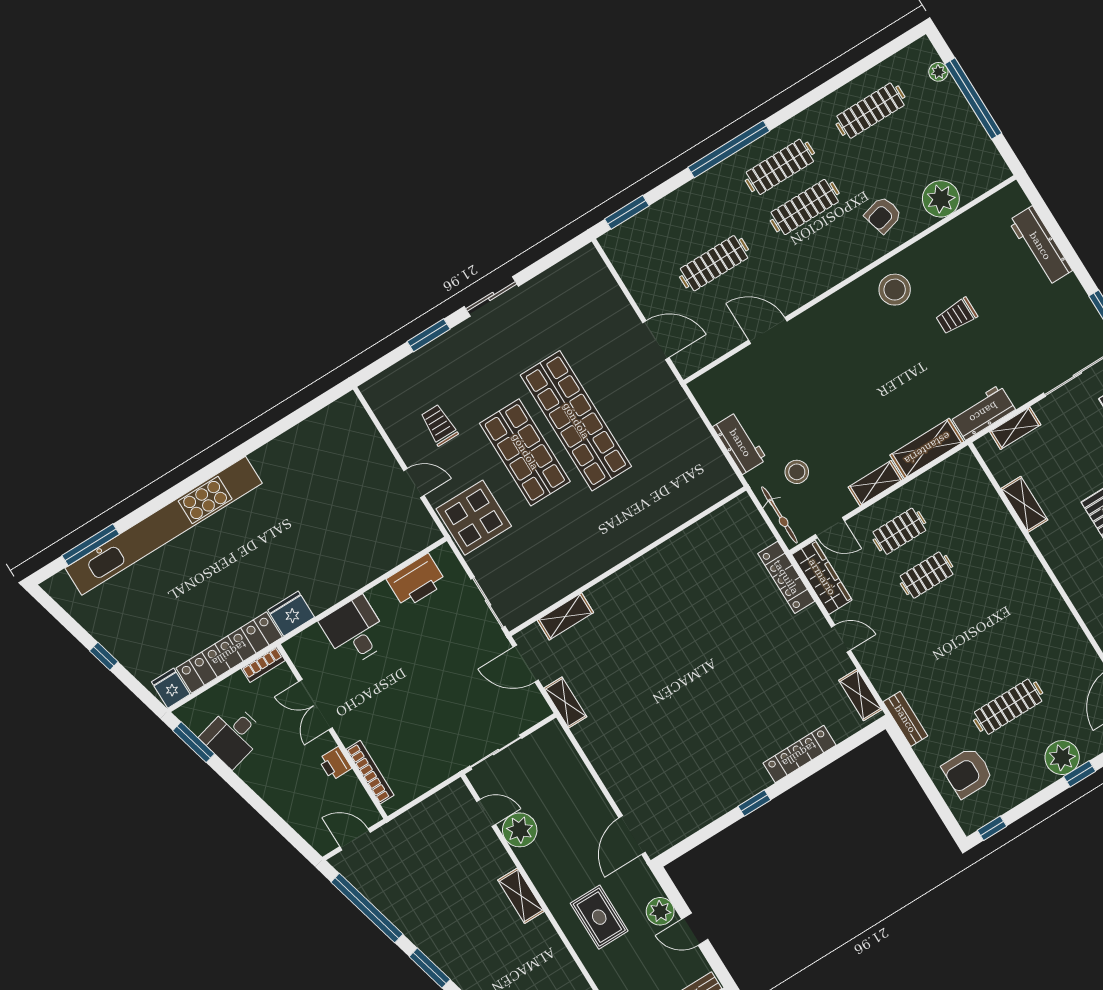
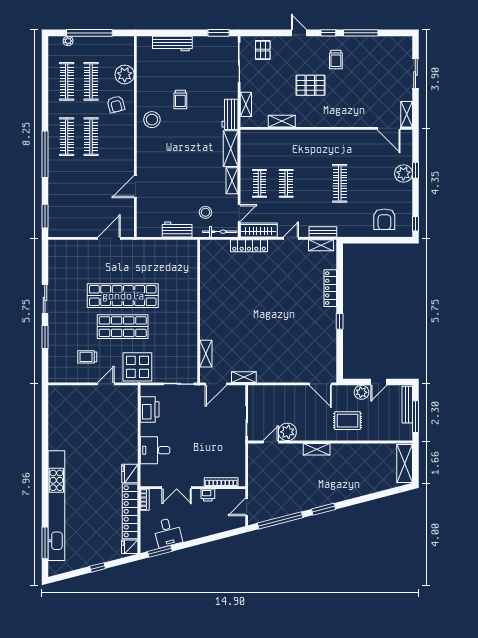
clothes rail: (714, 263) -> (91, 81), moved
clothes rail: (1008, 707) -> (340, 183), moved
bench: (905, 719) -> (323, 232), moved

